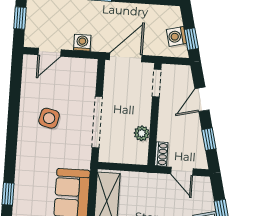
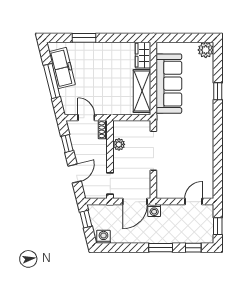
washing machine: (176, 36) -> (103, 237), moved, turned -76
washing machine: (82, 43) -> (154, 210), moved
side table: (49, 118) -> (190, 151), removed

